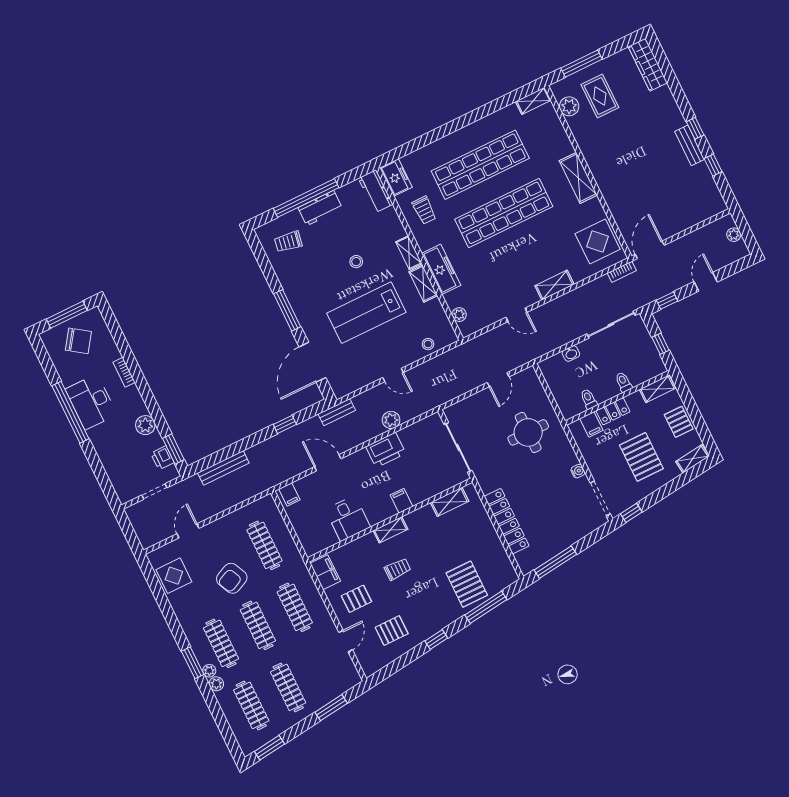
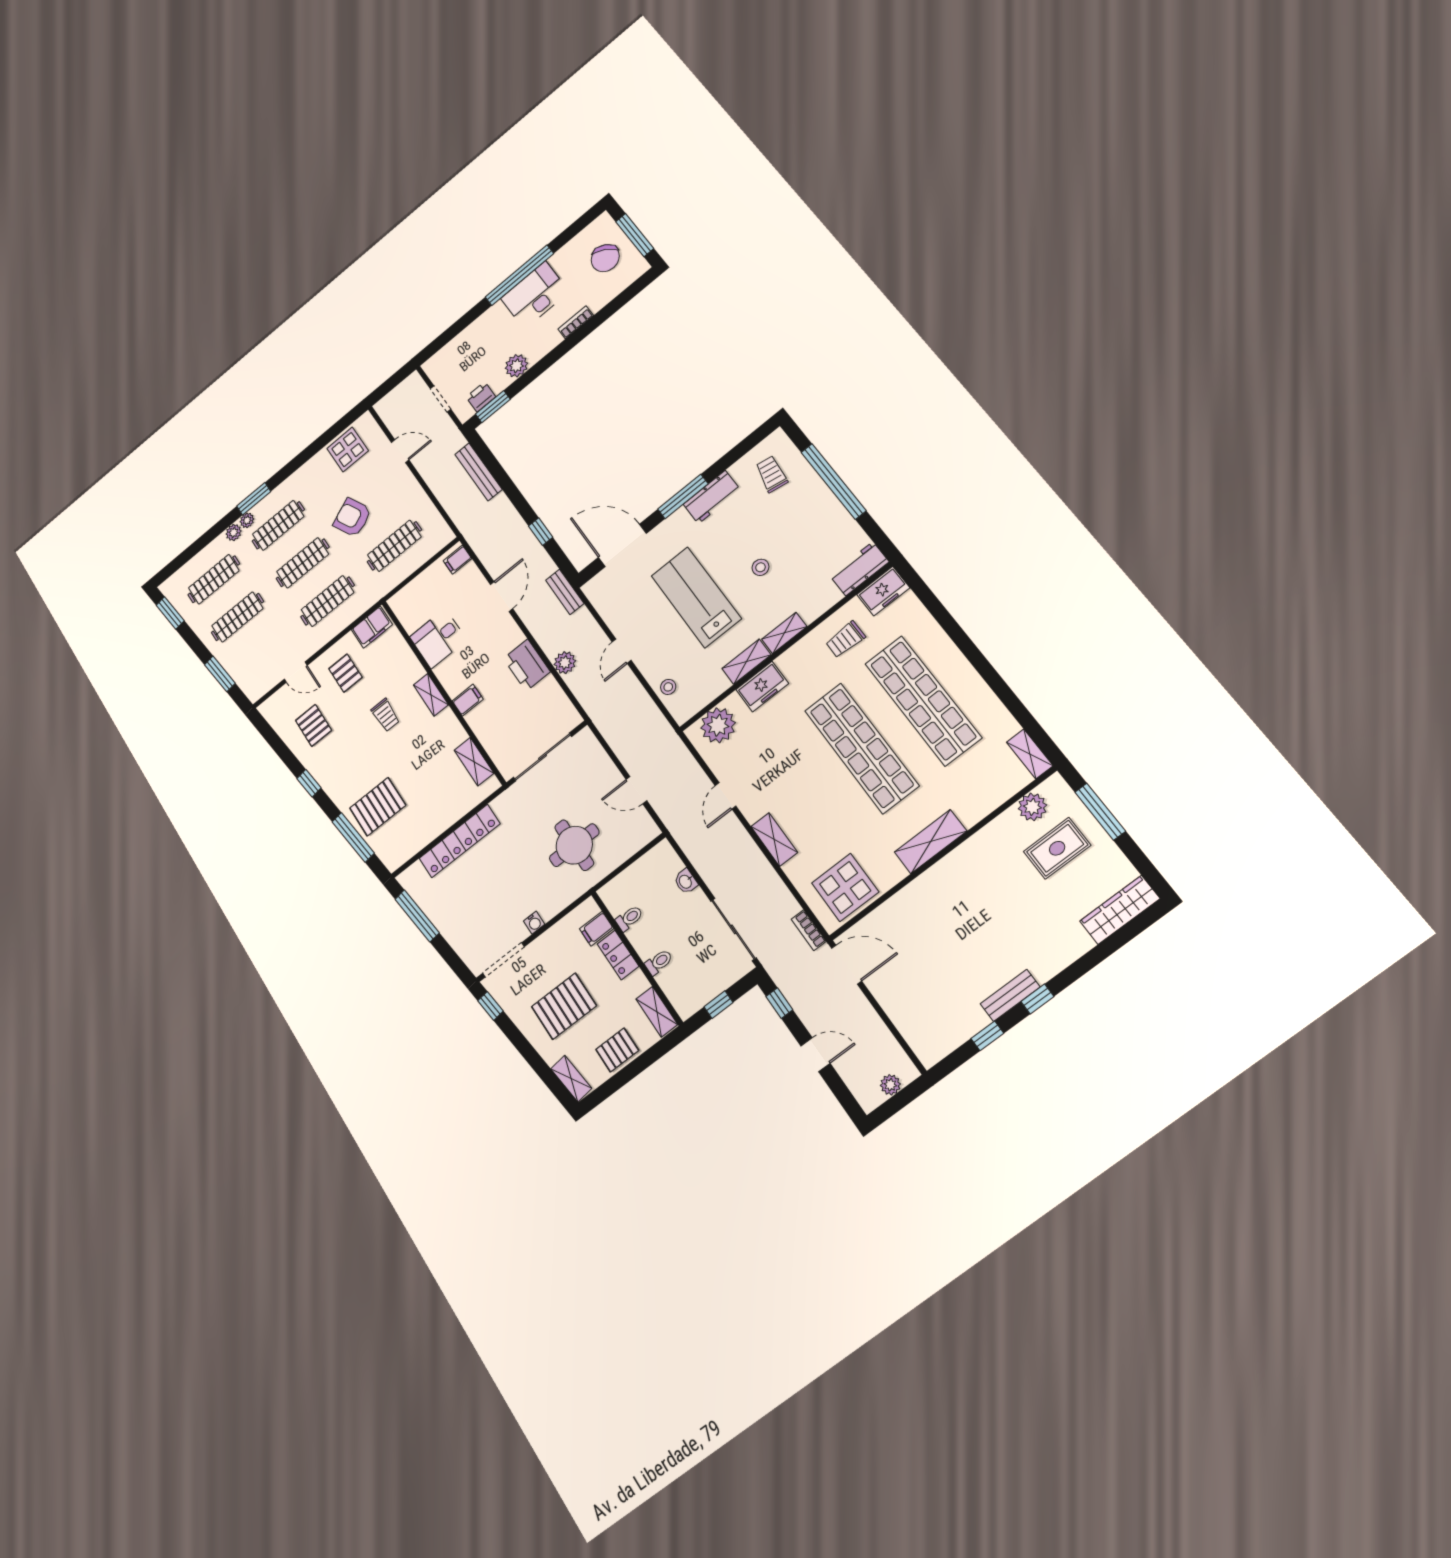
workbench: (320, 208) -> (712, 497), moved, turned -90
freezer: (441, 269) -> (762, 687), width x0.71
plant: (459, 315) -> (718, 725), width x1.87, depth x1.87

